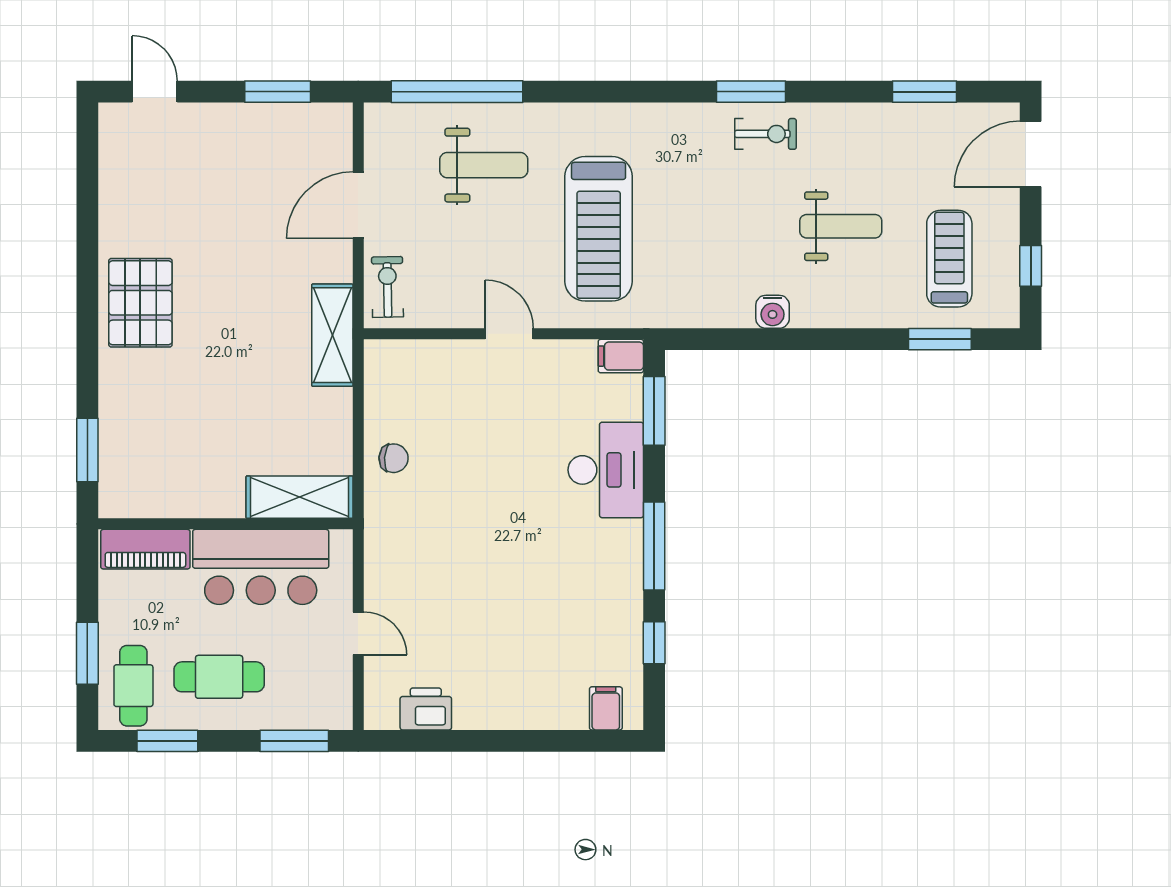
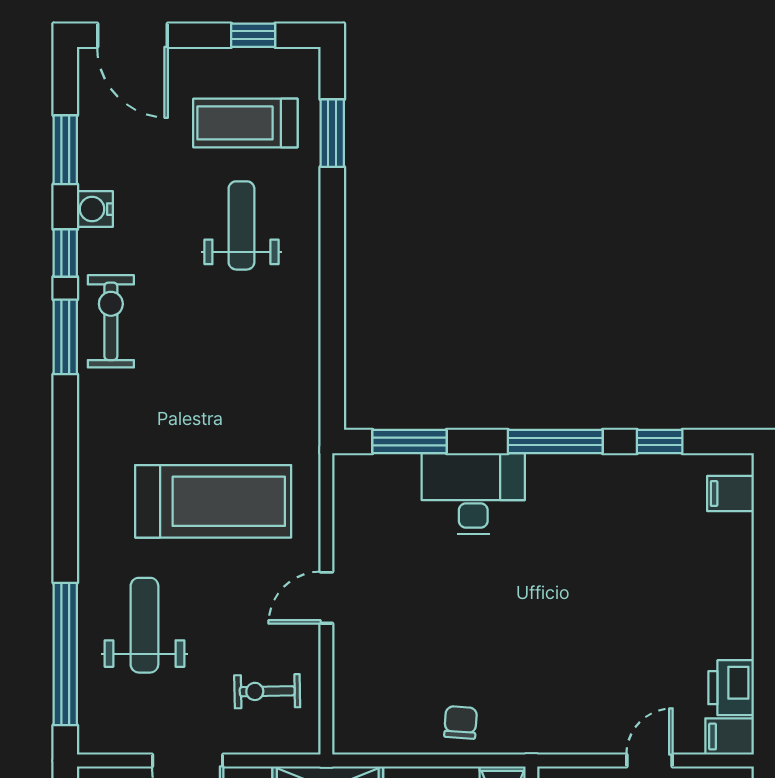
window: (829, 92) -> (65, 253), added
exercise bike: (765, 134) -> (111, 321), width x1.38, depth x1.39
weight bench: (841, 226) -> (241, 225), moved
exercise bike: (388, 287) -> (267, 691), moved
water cooler: (773, 312) -> (95, 209), moved, turned 180
filing cabinet: (621, 356) -> (730, 737), moved, turned 90

